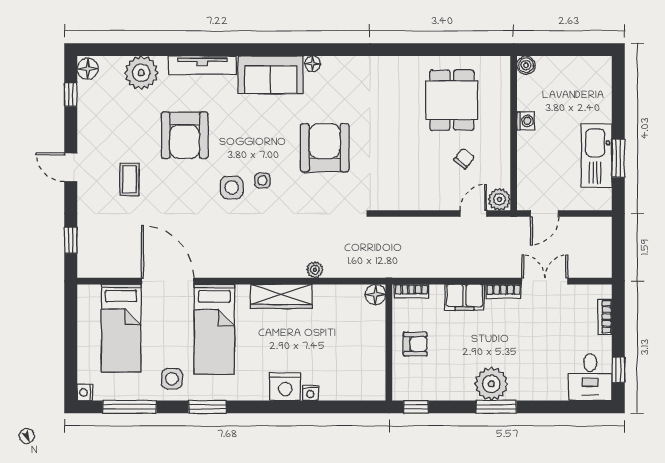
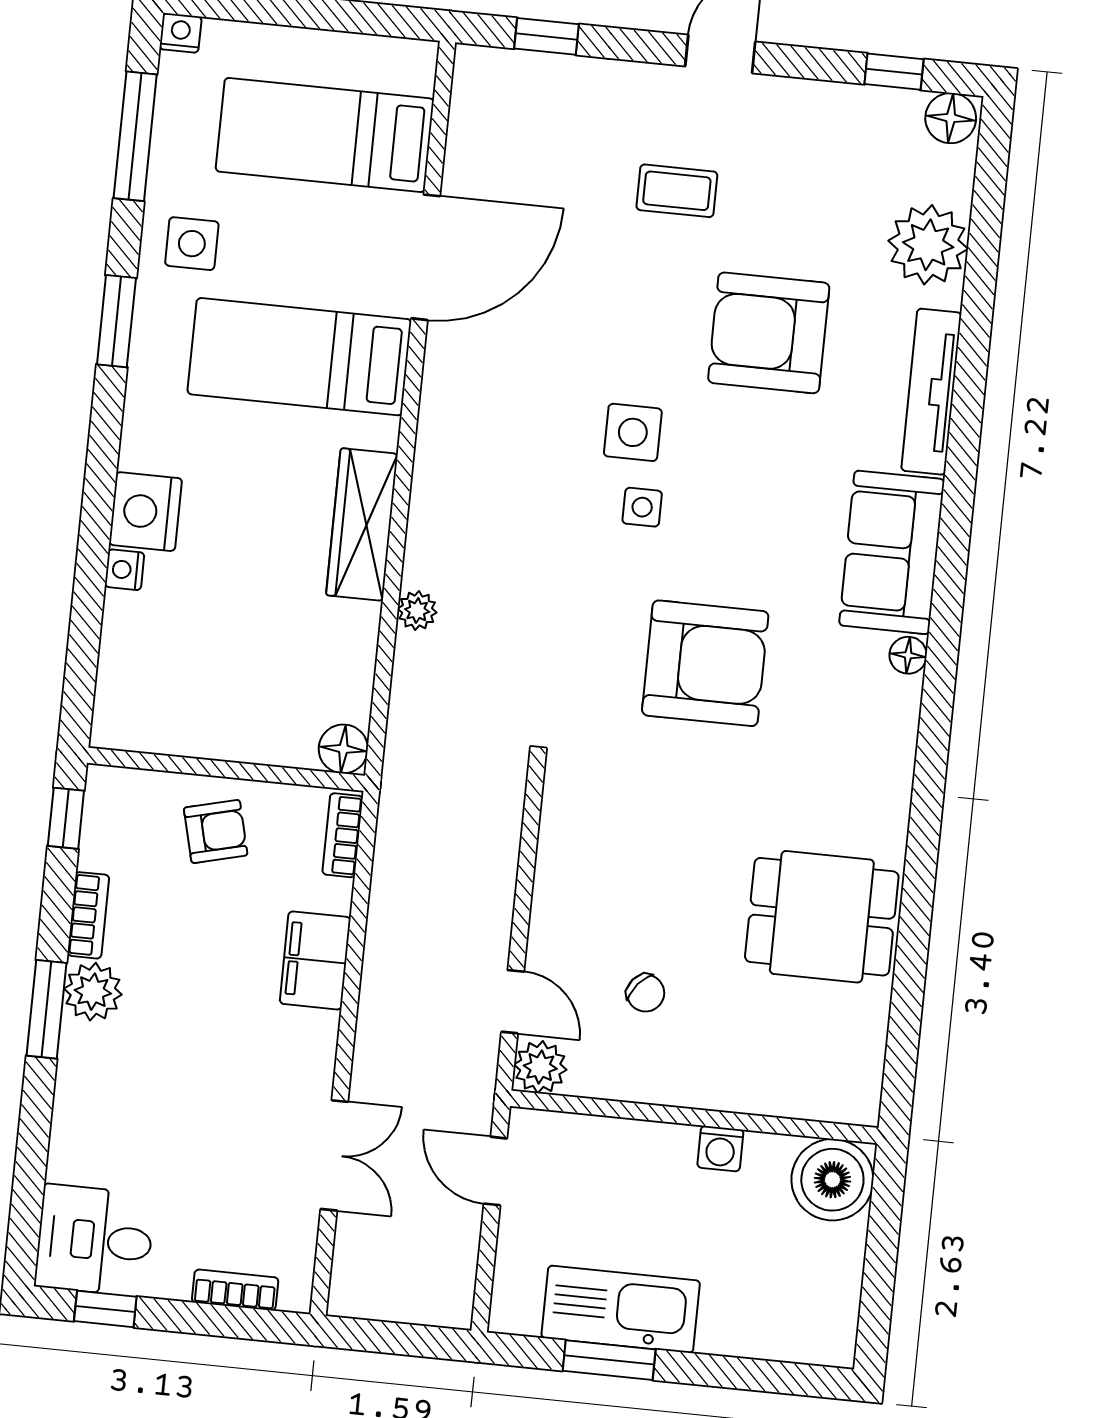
boiler: (526, 65) -> (832, 1180), width x1.86, depth x1.86
dining table: (452, 100) -> (822, 917), moved
bookcase: (503, 291) -> (88, 915), moved, turned 180
armchair: (415, 344) -> (216, 831), turned -104
plant: (491, 384) -> (93, 992), width x0.73, depth x0.73

